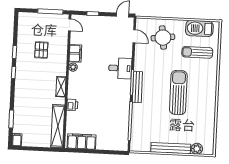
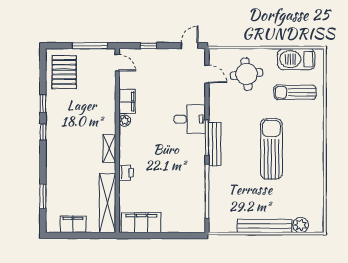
pallet: (41, 50) -> (64, 72), moved, width x1.50, depth x1.42
filing cabinet: (17, 140) -> (73, 224), moved, width x2.00

